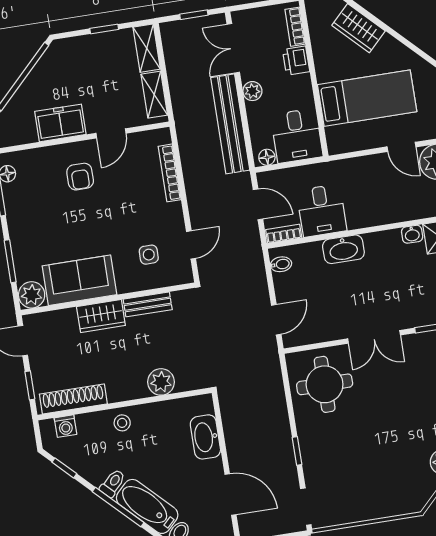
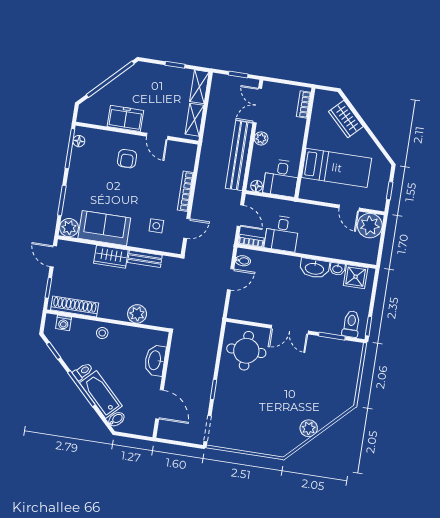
printer: (296, 61) -> (297, 127), removed
door: (111, 133) -> (157, 136), hinge flipped
bookcase: (170, 173) -> (185, 191), moved
washbasin: (343, 249) -> (315, 268), moved
door: (276, 320) -> (231, 279), moved

